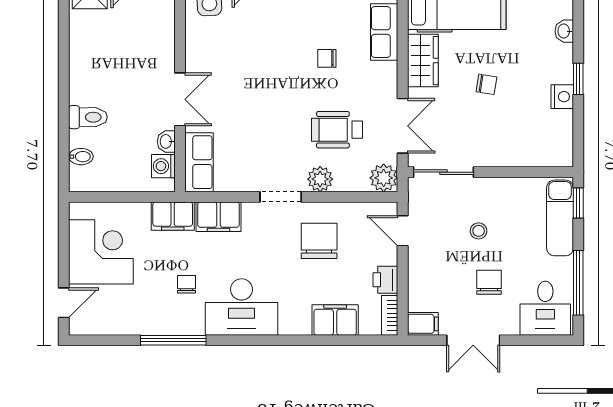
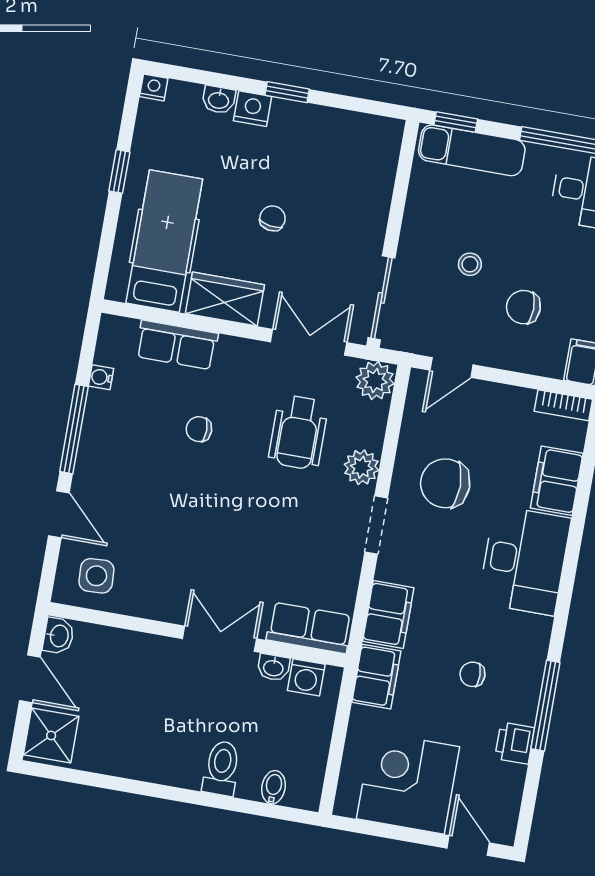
chair: (327, 58) -> (199, 429), turned 90
nightstand: (562, 97) -> (253, 109), moved
printer: (385, 280) -> (515, 743), moved, turned 90
chair: (489, 282) -> (523, 307), moved
desk: (241, 307) -> (524, 560), moved

